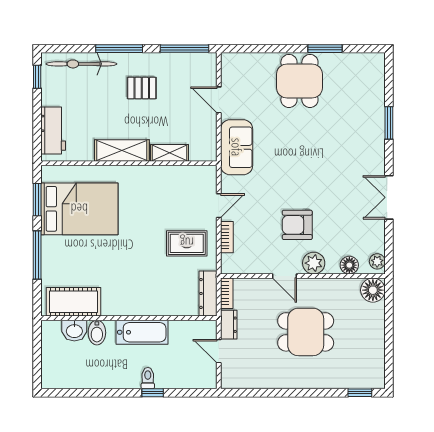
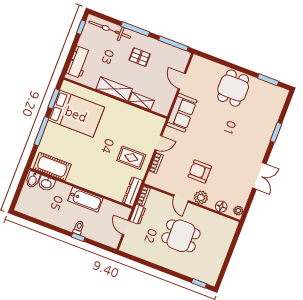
window: (325, 49) -> (268, 80), moved
double door: (389, 197) -> (259, 176), swing flipped
floor lamp: (373, 290) -> (229, 226), removed
bidet: (97, 333) -> (33, 180), moved

